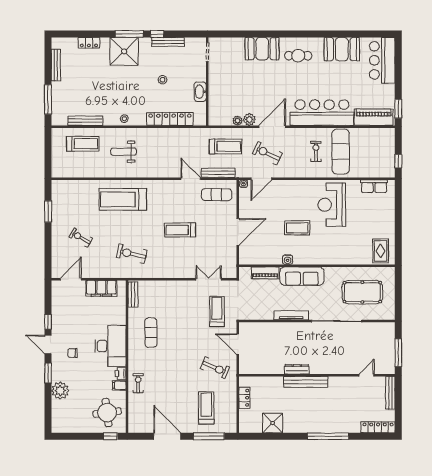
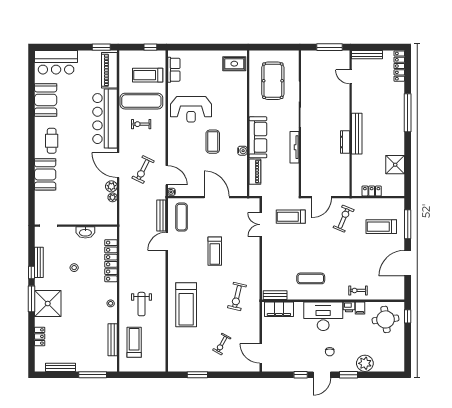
treadmill: (226, 146) -> (148, 75), moved, turned -90
filing cabinet: (101, 288) -> (279, 309), moved, turned 90

